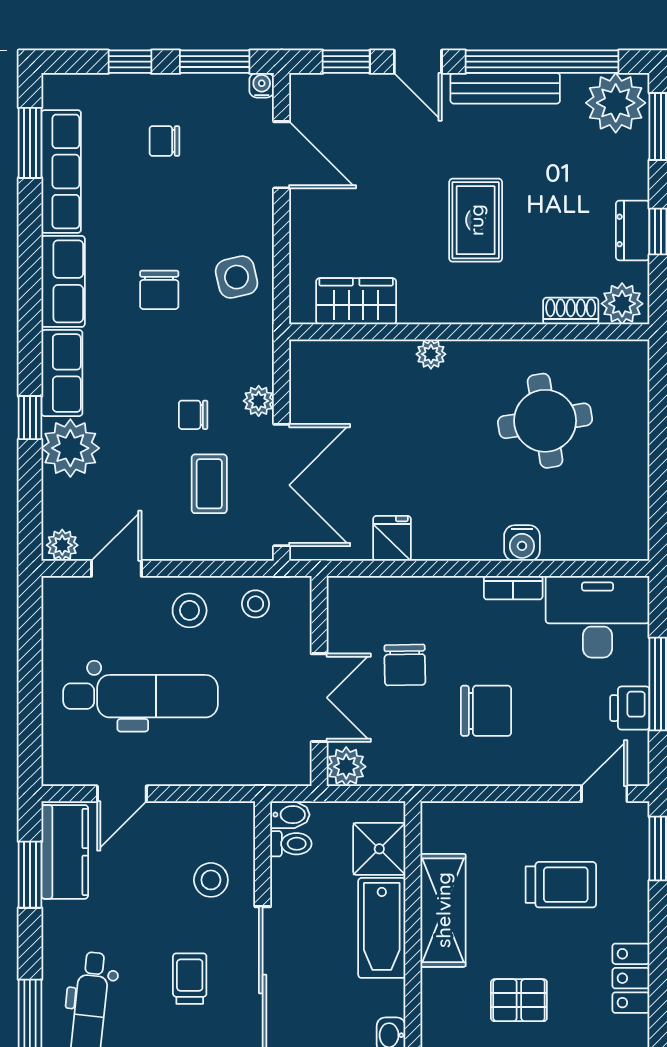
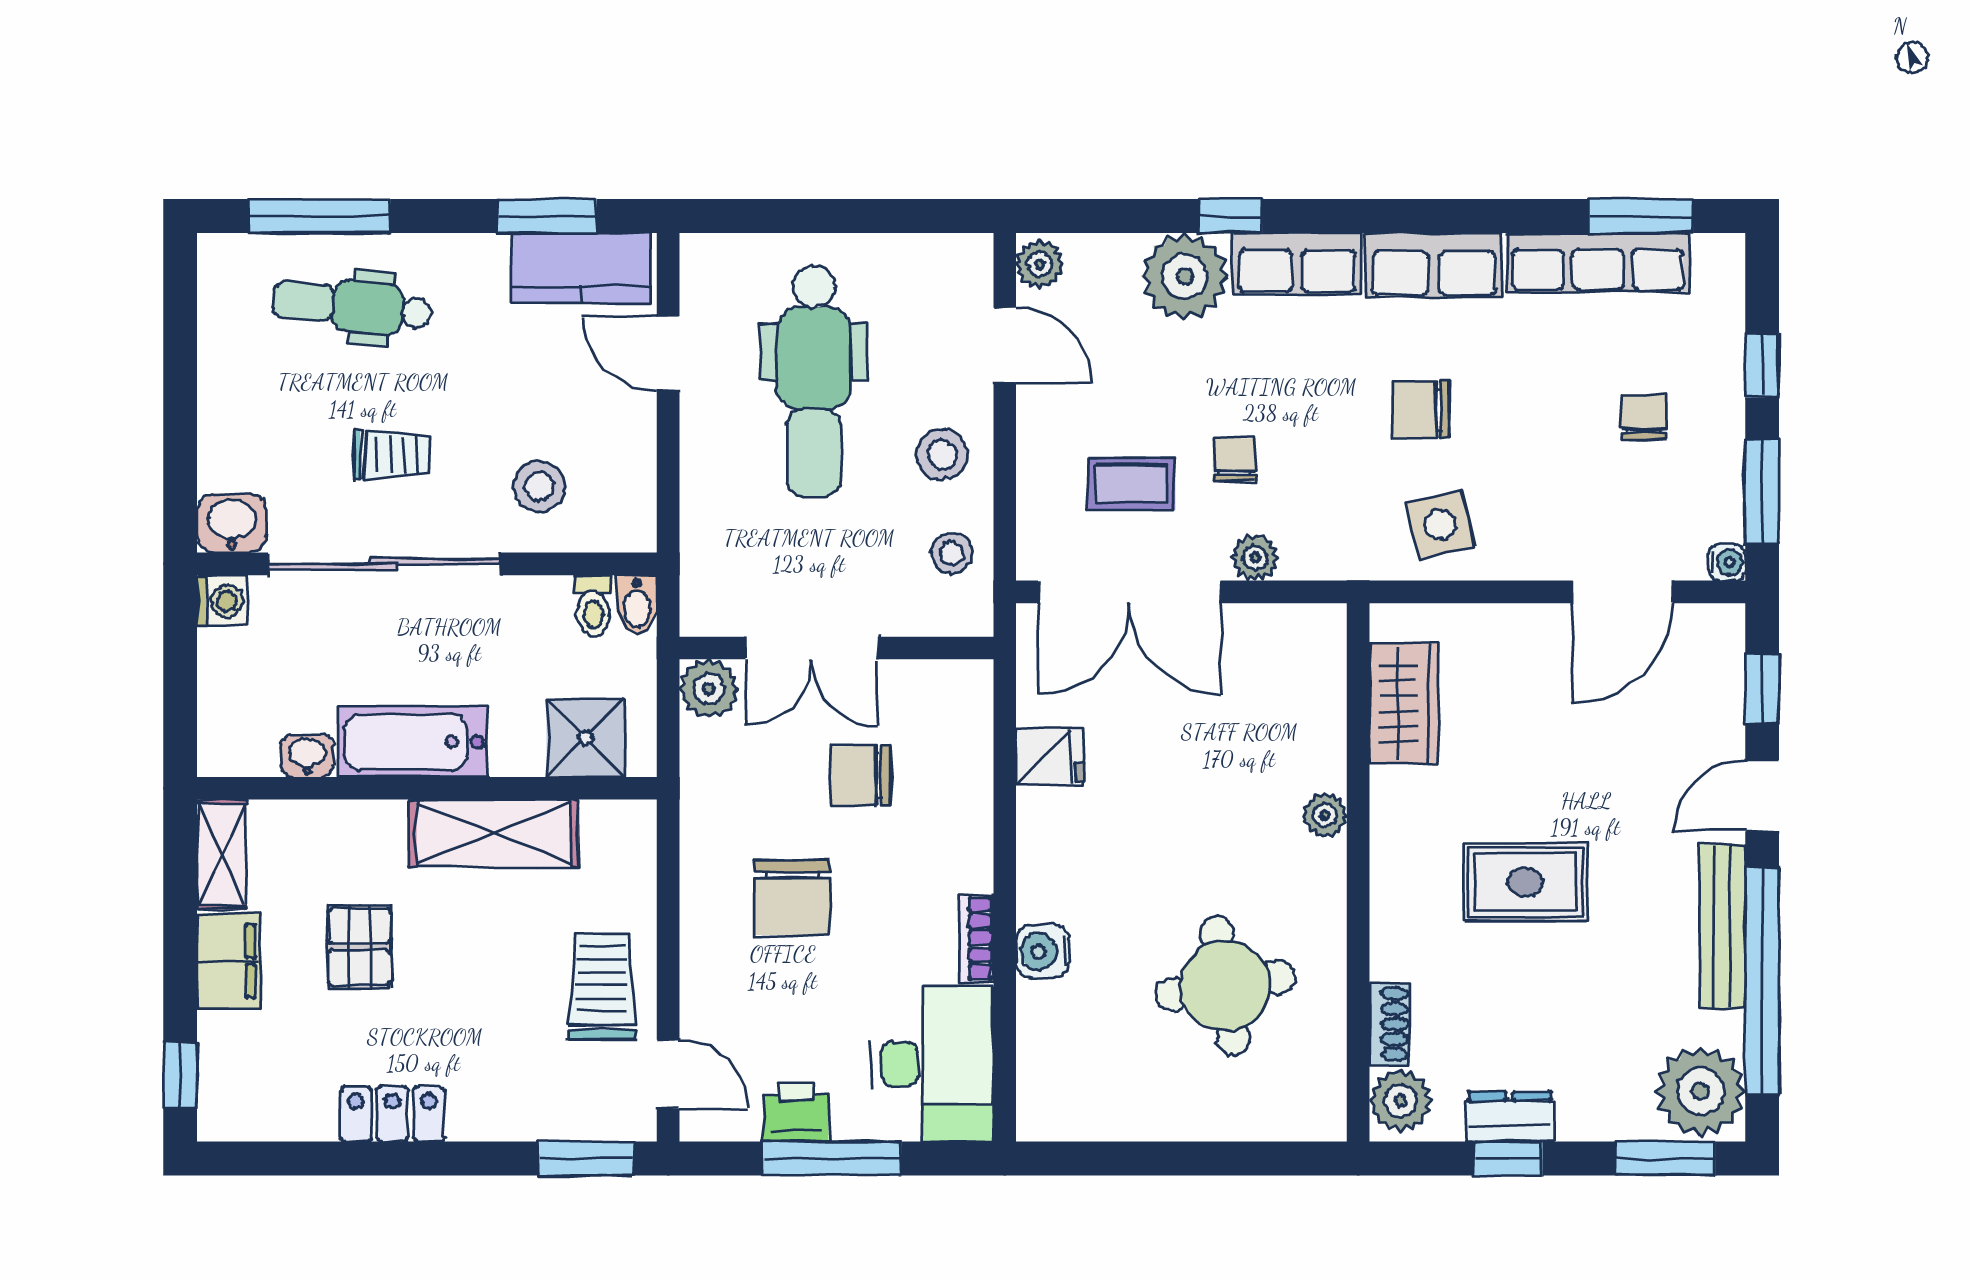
trolley: (561, 885) -> (602, 986), moved, turned 180
bathtub: (382, 928) -> (413, 742), moved

